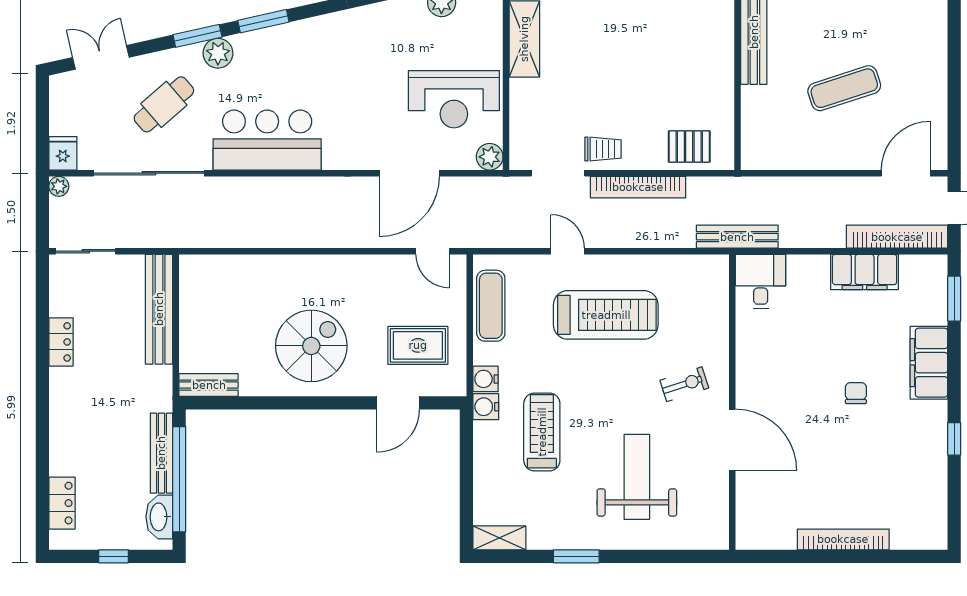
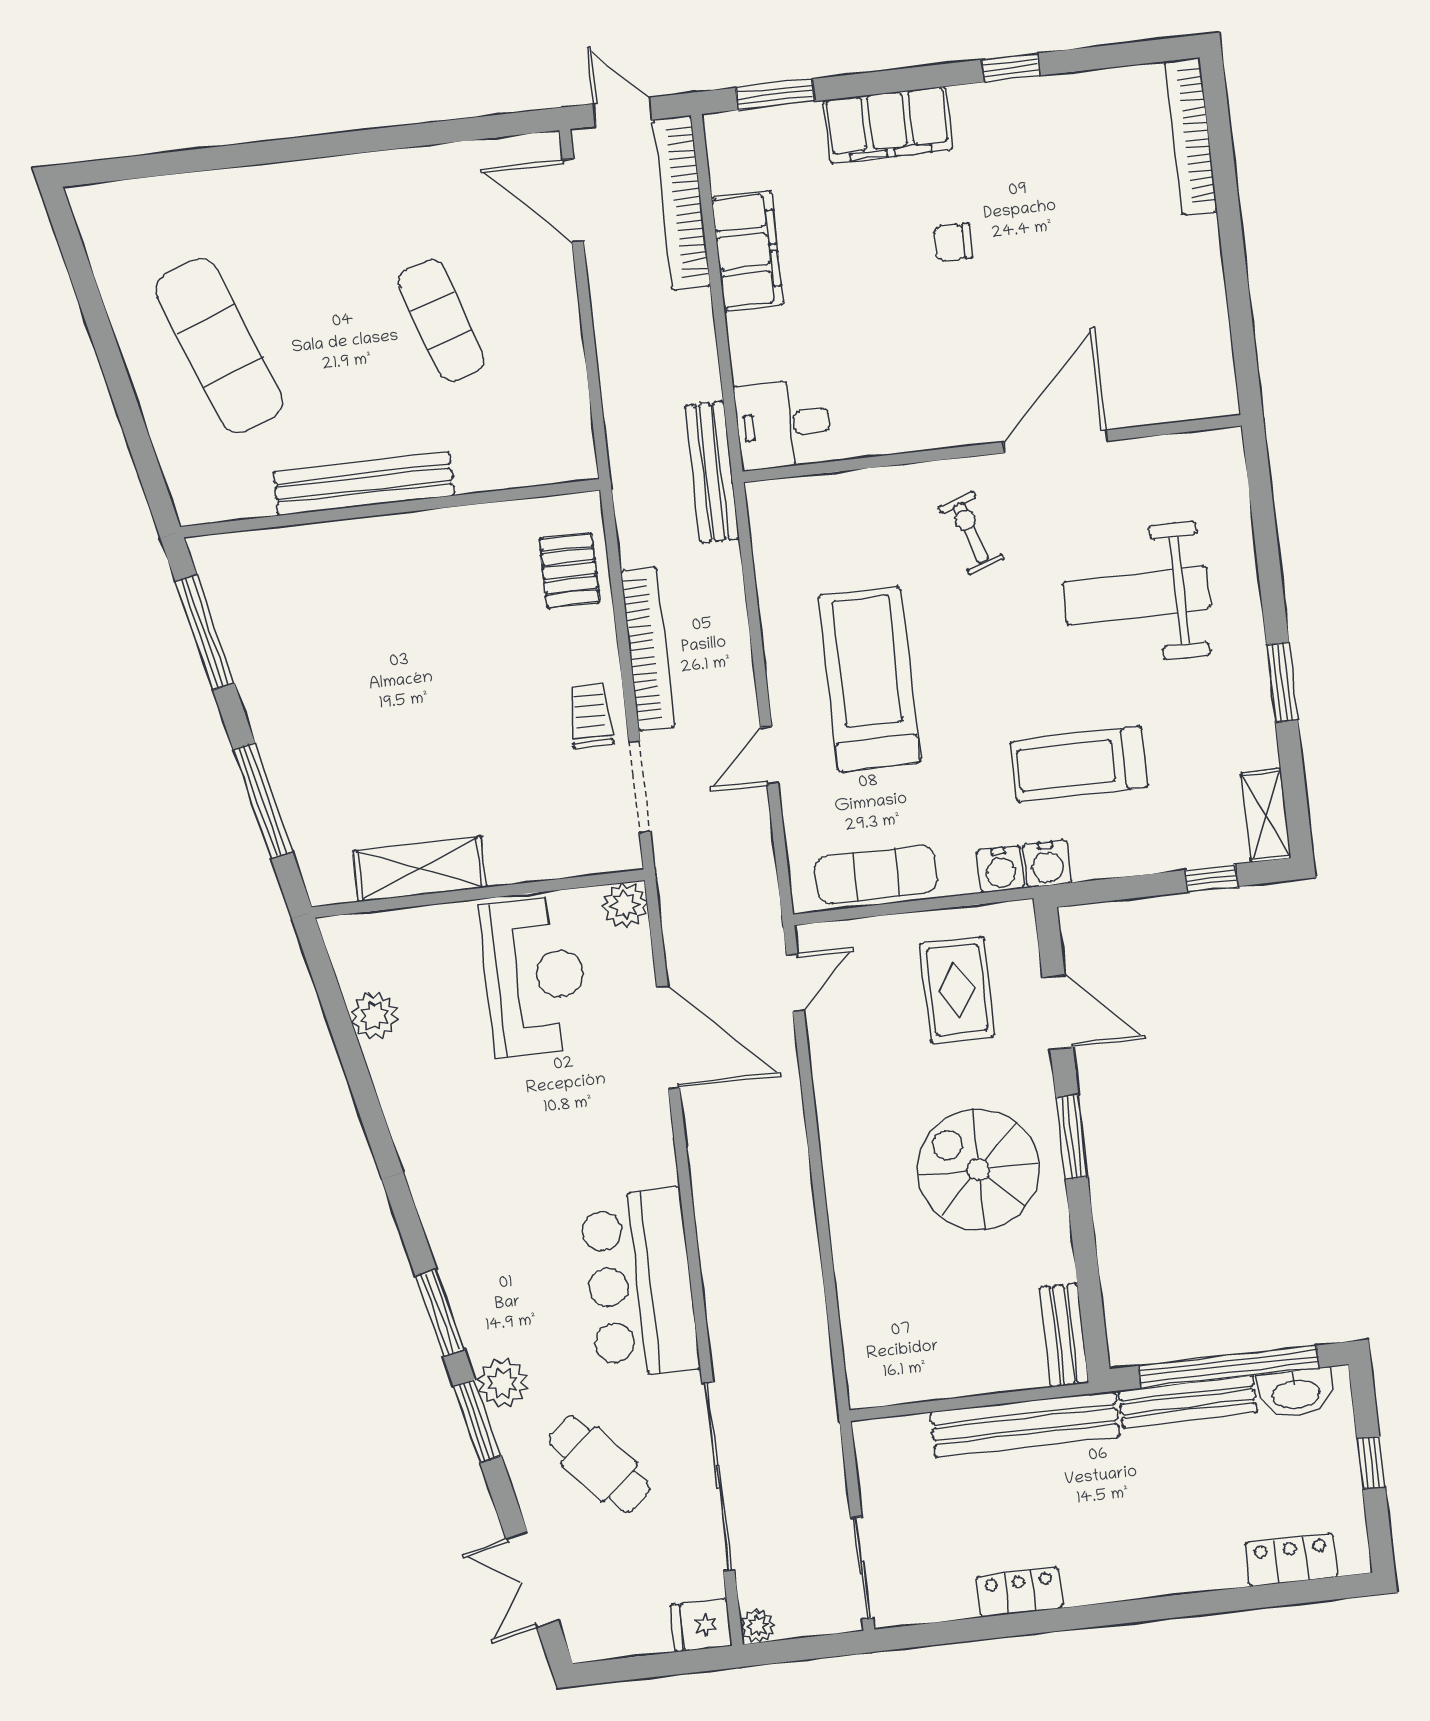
bench: (159, 309) -> (1025, 1424), moved
window: (324, 403) -> (1072, 1137), added
window: (466, 502) -> (1211, 878), added
bookcase: (843, 539) -> (1191, 136), moved

